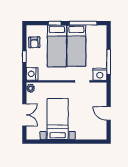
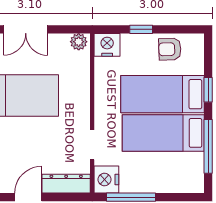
dresser: (102, 94) -> (66, 184), added

